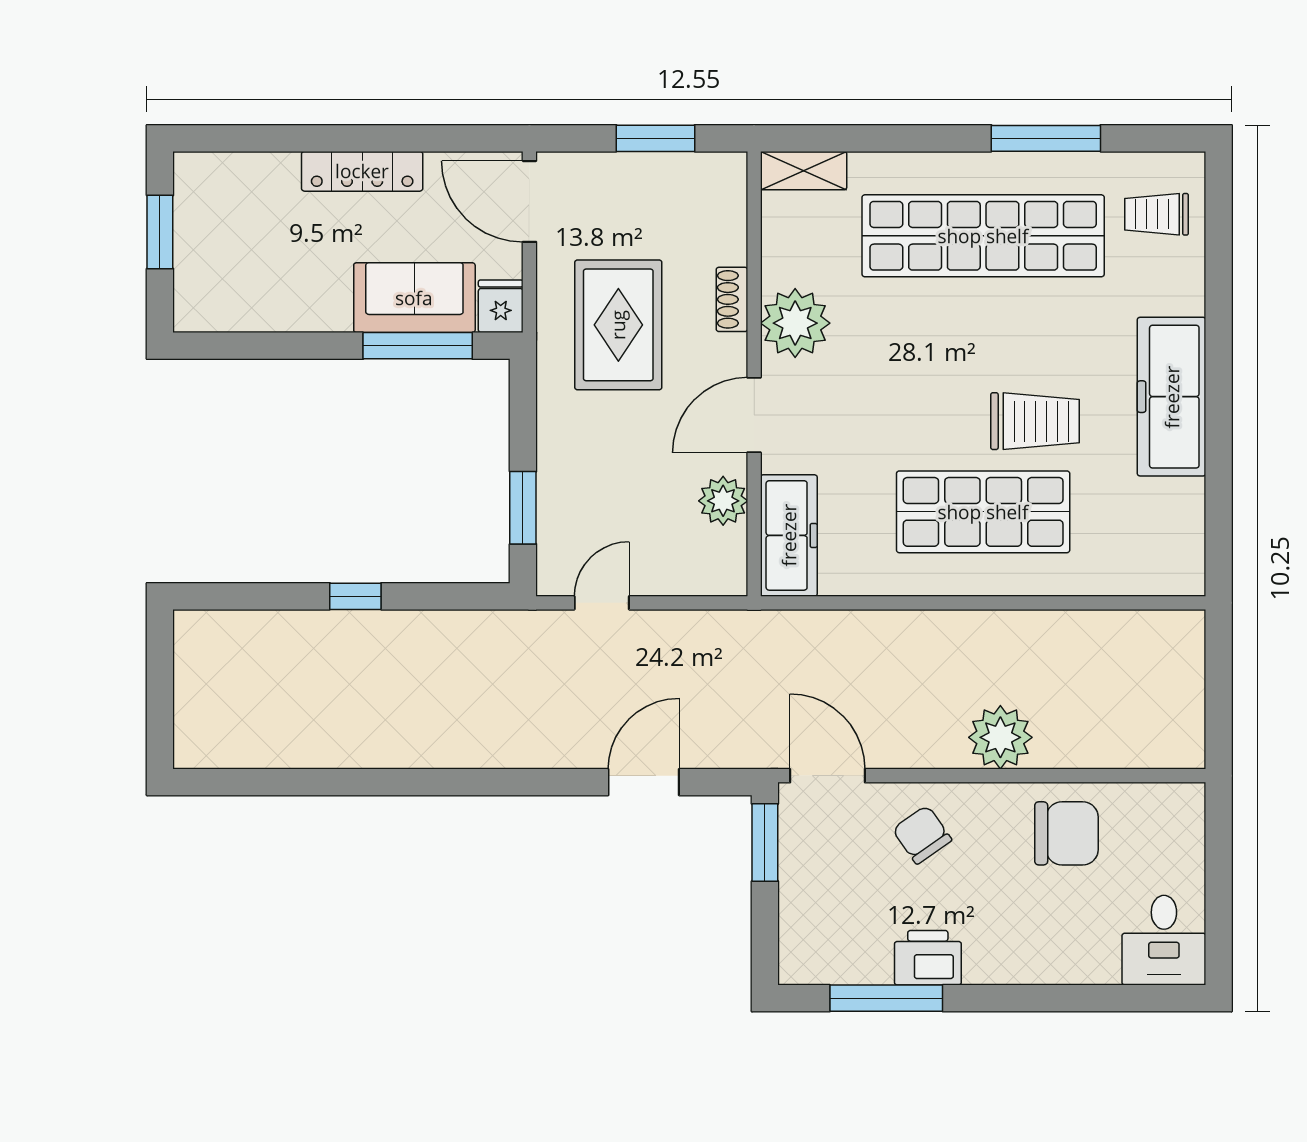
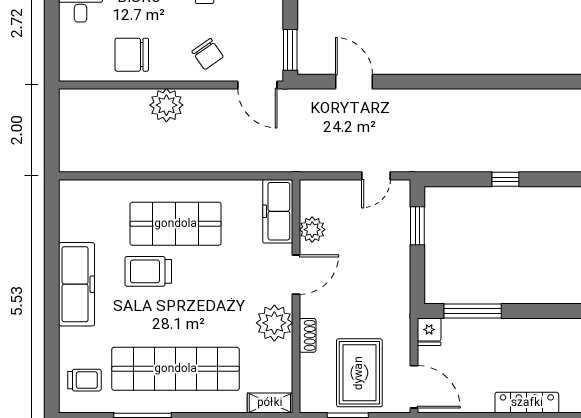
locker: (362, 171) -> (527, 403), moved
sofa: (414, 298) -> (474, 336), removed
rug: (618, 325) -> (359, 373), moved
door: (644, 782) -> (354, 82), swing flipped

